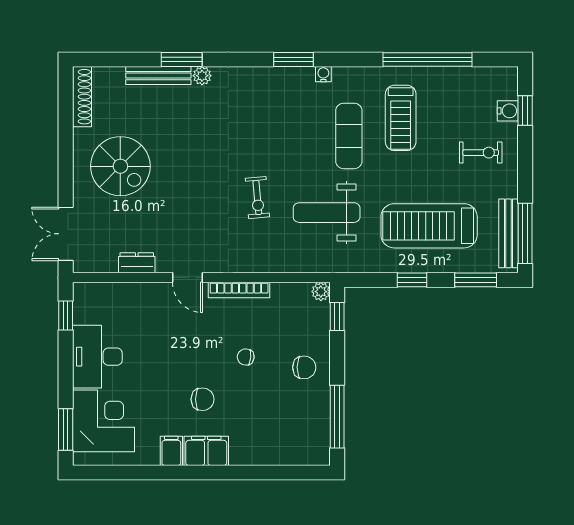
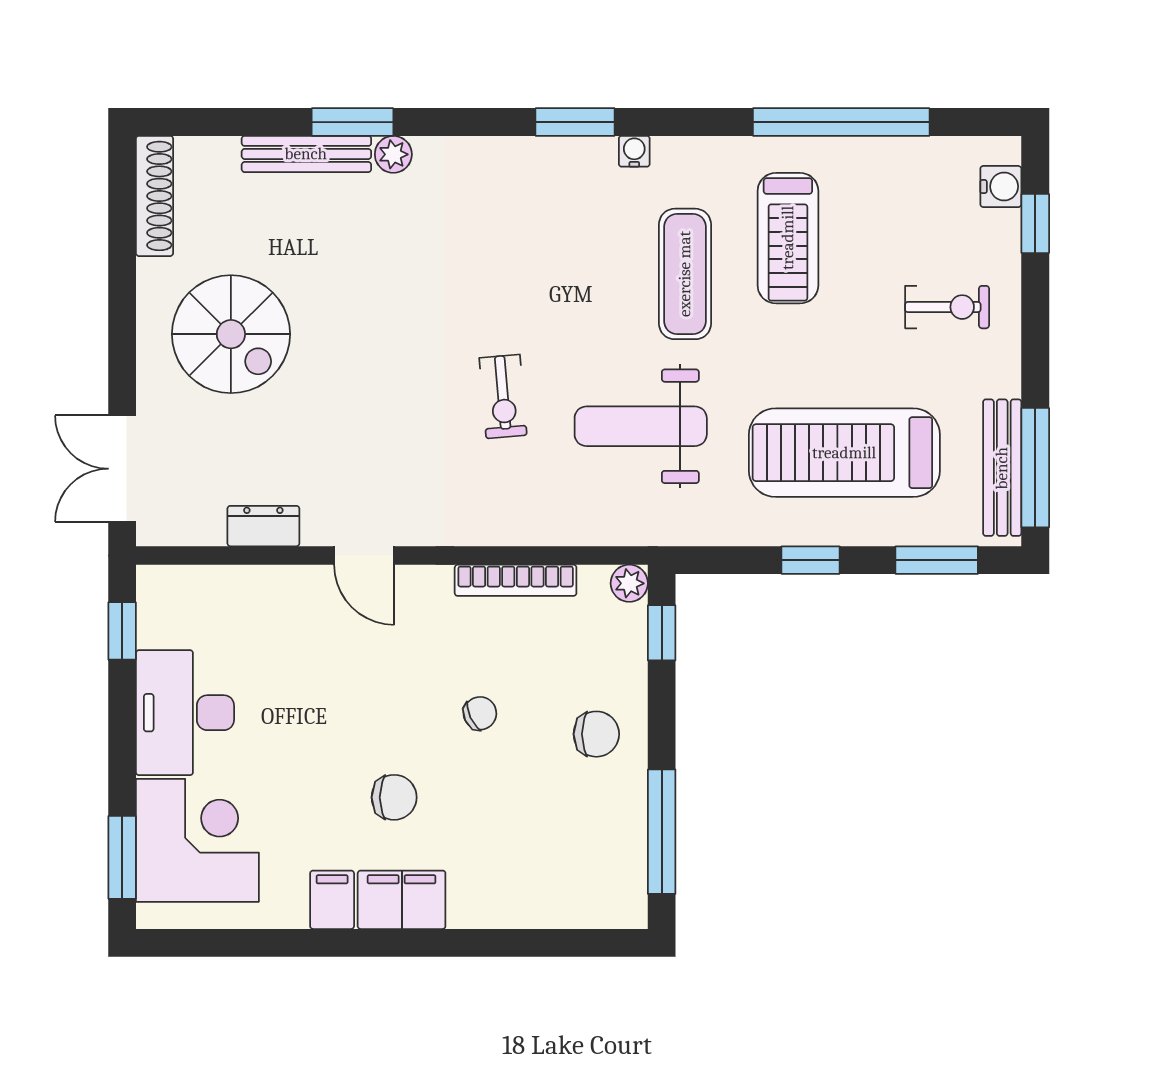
water cooler: (508, 111) -> (1001, 187), moved
bookcase: (239, 290) -> (516, 580), moved
chair: (246, 357) -> (480, 713), turned 149

